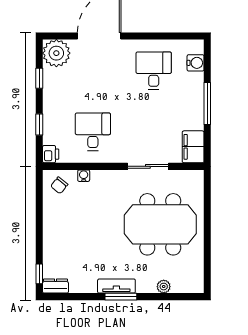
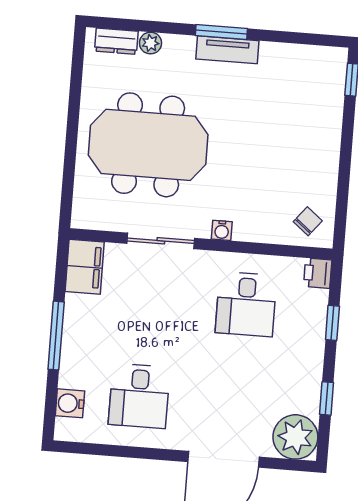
water cooler: (84, 176) -> (222, 230), moved
dresser: (55, 286) -> (116, 41), moved

